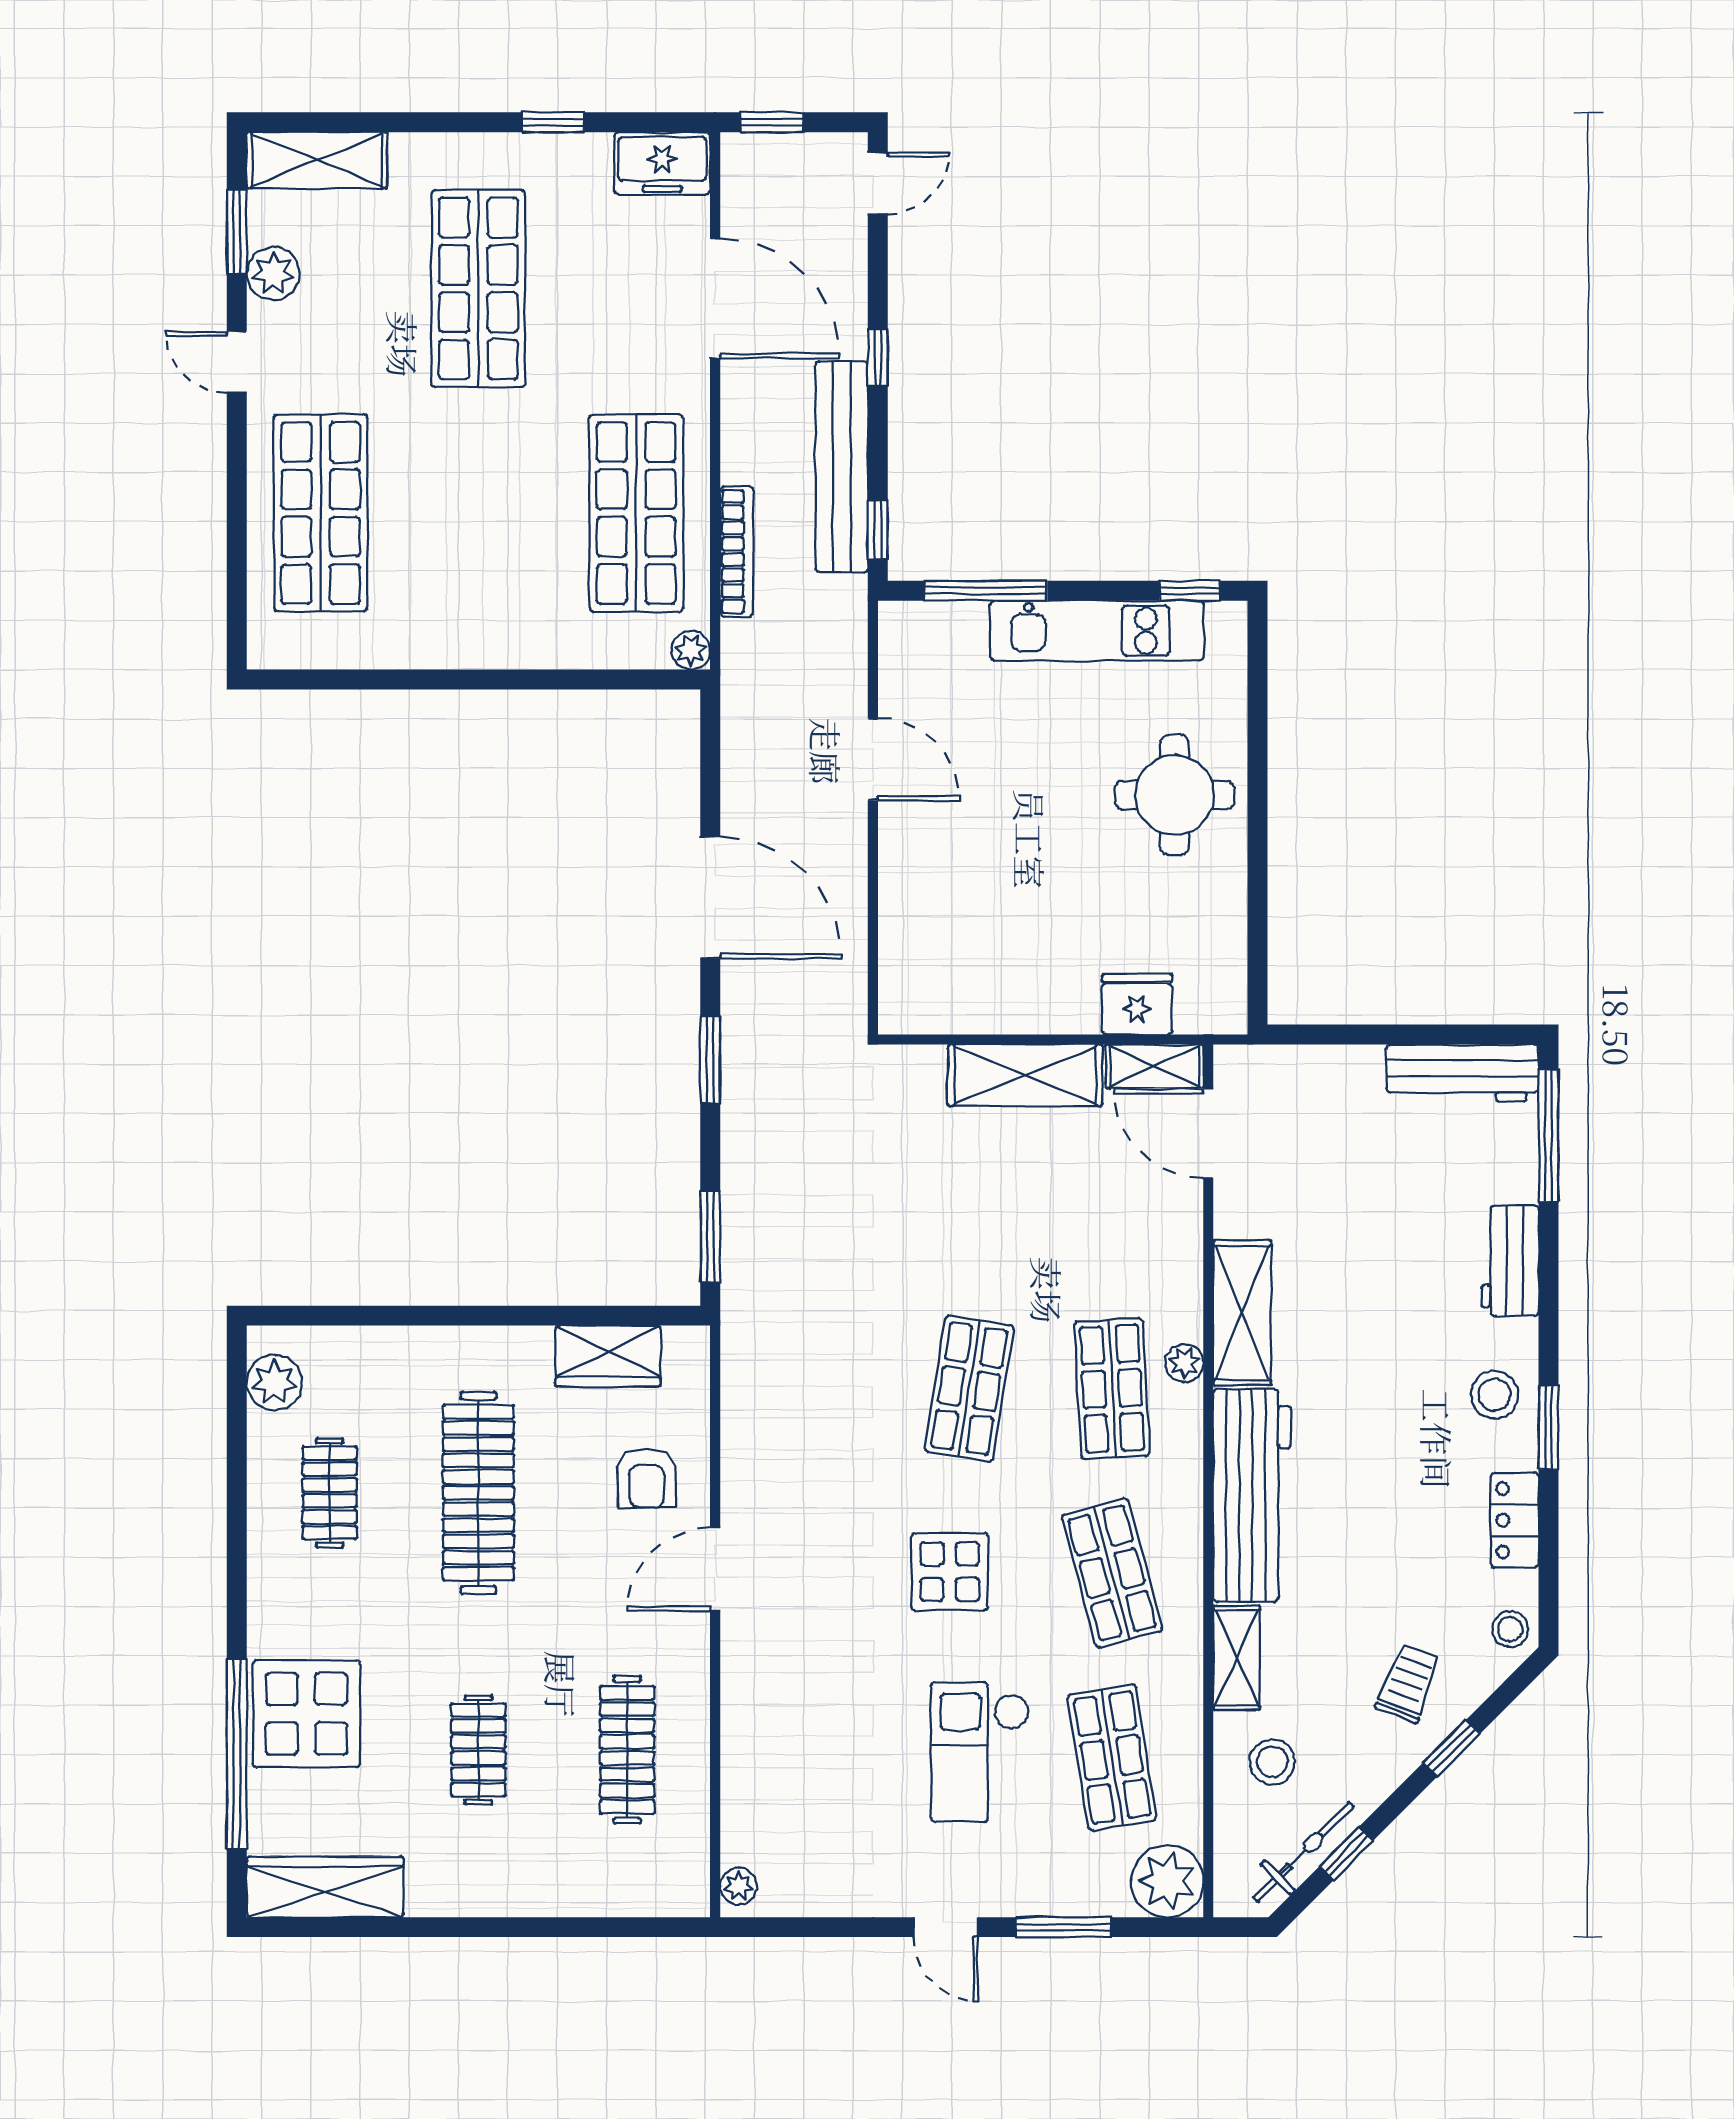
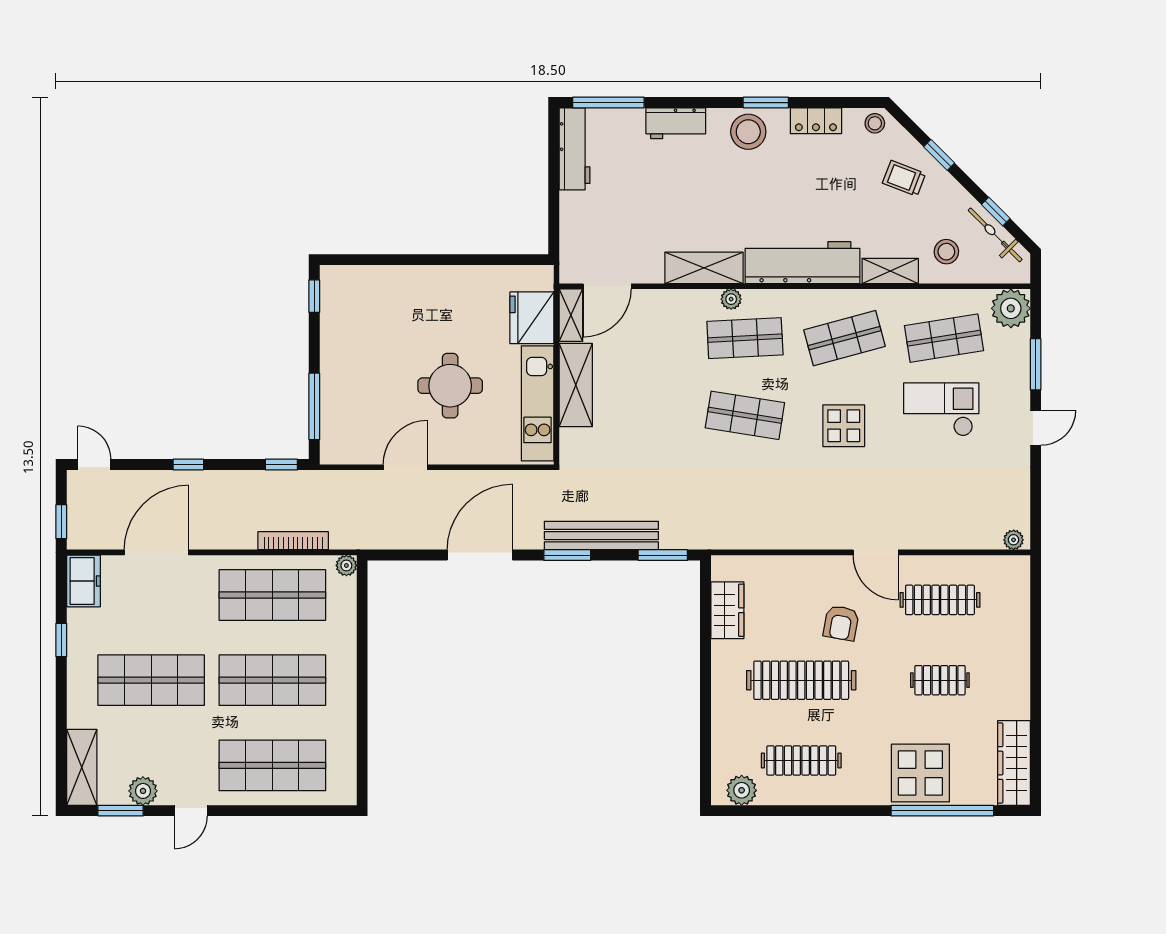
bench: (842, 467) -> (601, 536), moved
shop shelf: (478, 513) -> (272, 680), added
kitchen unit: (1097, 631) -> (538, 403), moved, turned 180
round table: (1175, 795) -> (450, 386), moved
fridge: (1137, 1004) -> (532, 318), width x1.36, depth x1.34
stool: (1494, 1395) -> (748, 132), width x1.38, depth x1.38
armchair: (647, 1478) -> (841, 623), moved, turned 100
clothes rail: (330, 1493) -> (801, 760), width x1.36
door: (715, 1569) -> (876, 552), moved
checkout: (980, 1752) -> (941, 409), turned 180

